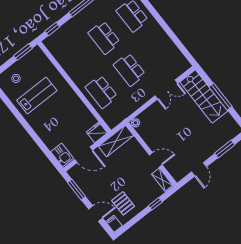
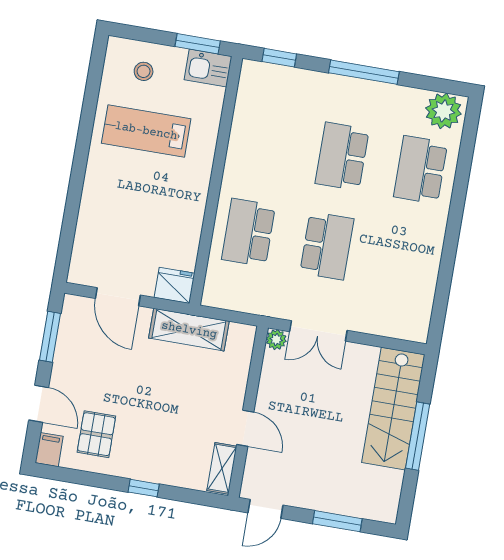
school desk: (129, 70) -> (327, 246), turned 180
double door: (166, 90) -> (318, 331), moved
lab bench: (37, 95) -> (146, 131), turned 180
plant: (135, 123) -> (276, 340), moved
wall: (151, 154) -> (248, 412), moved
kitchen sink: (62, 155) -> (208, 68), moved, turned 90
door: (156, 160) -> (245, 428), moved
shelving: (162, 180) -> (222, 468), moved

